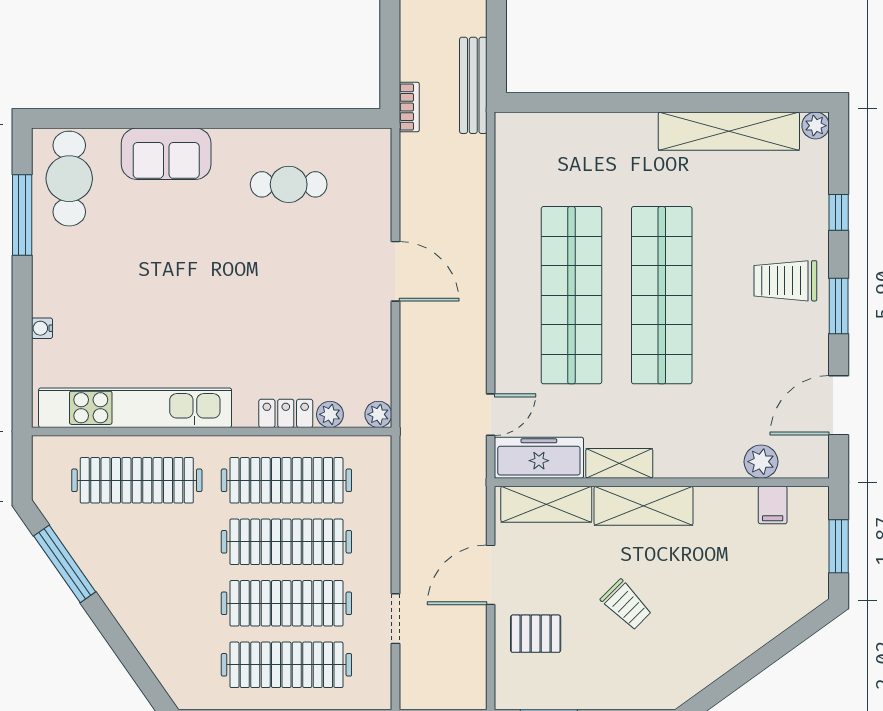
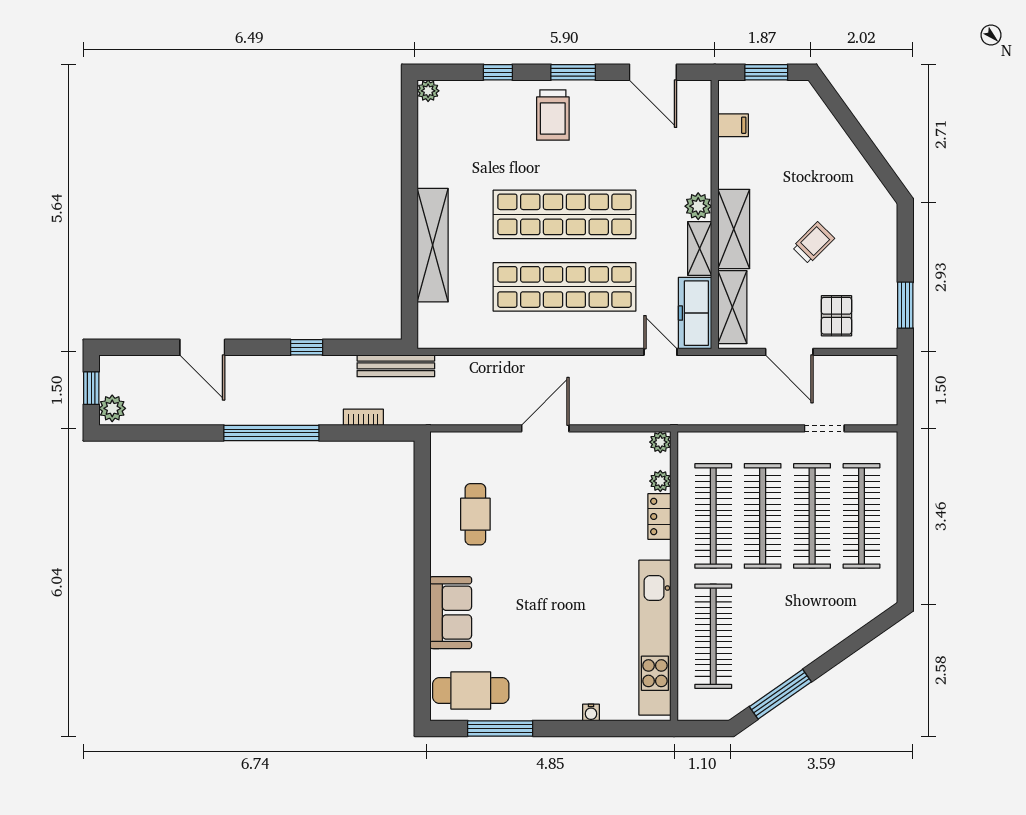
bookcase: (409, 107) -> (363, 417), moved
shelving: (729, 131) -> (433, 245), moved
plant: (761, 462) -> (698, 206), moved

